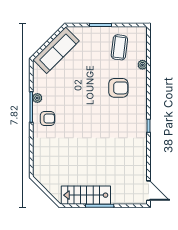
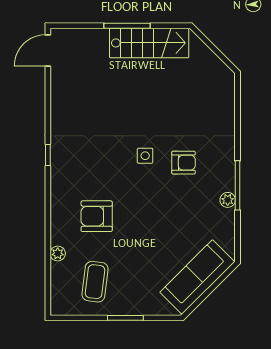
armchair: (47, 119) -> (183, 163), moved, turned 180
side table: (88, 125) -> (145, 156), added
door: (149, 191) -> (48, 50), hinge flipped

